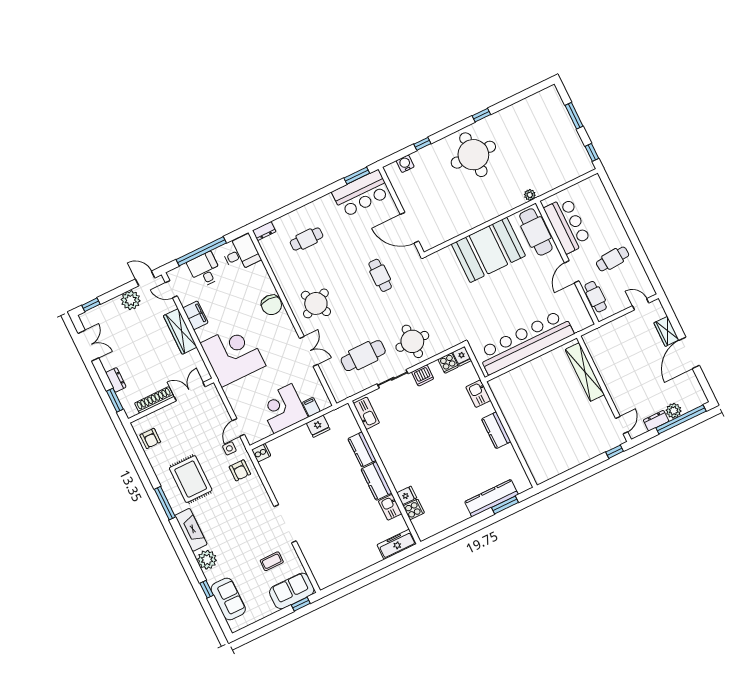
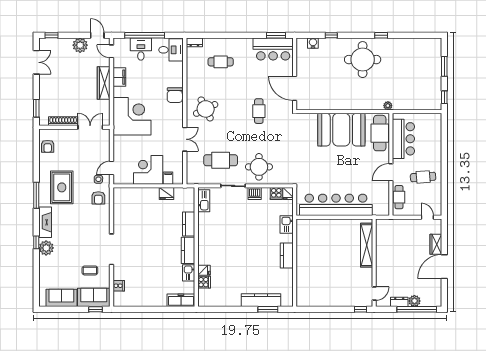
dresser: (116, 380) -> (44, 95), removed
cooker: (261, 453) -> (119, 286), moved
window: (207, 589) -> (36, 242), moved
sofa: (228, 599) -> (61, 298), moved, turned -90

